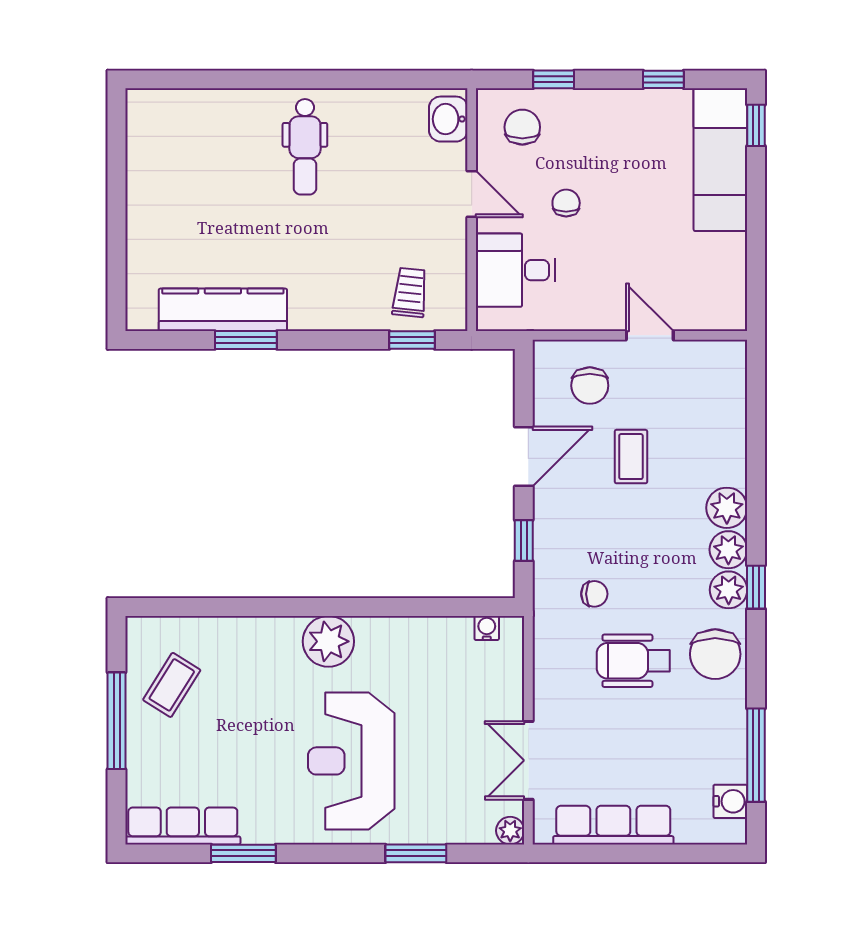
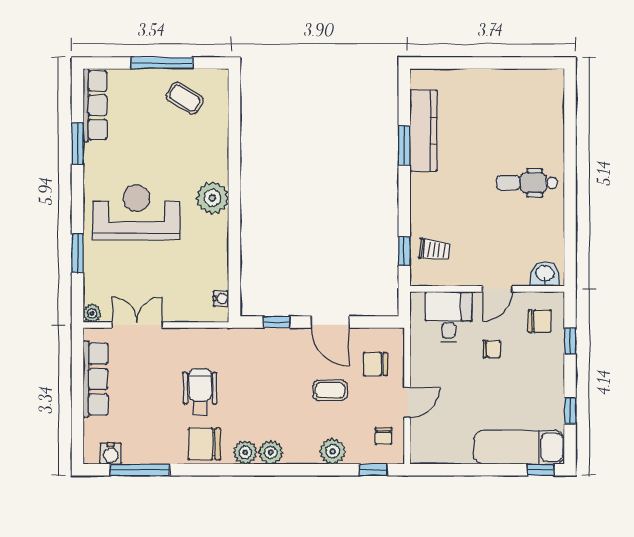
plant: (727, 508) -> (333, 451), moved
window: (756, 587) -> (373, 470), moved
chair: (594, 594) -> (383, 436), moved

